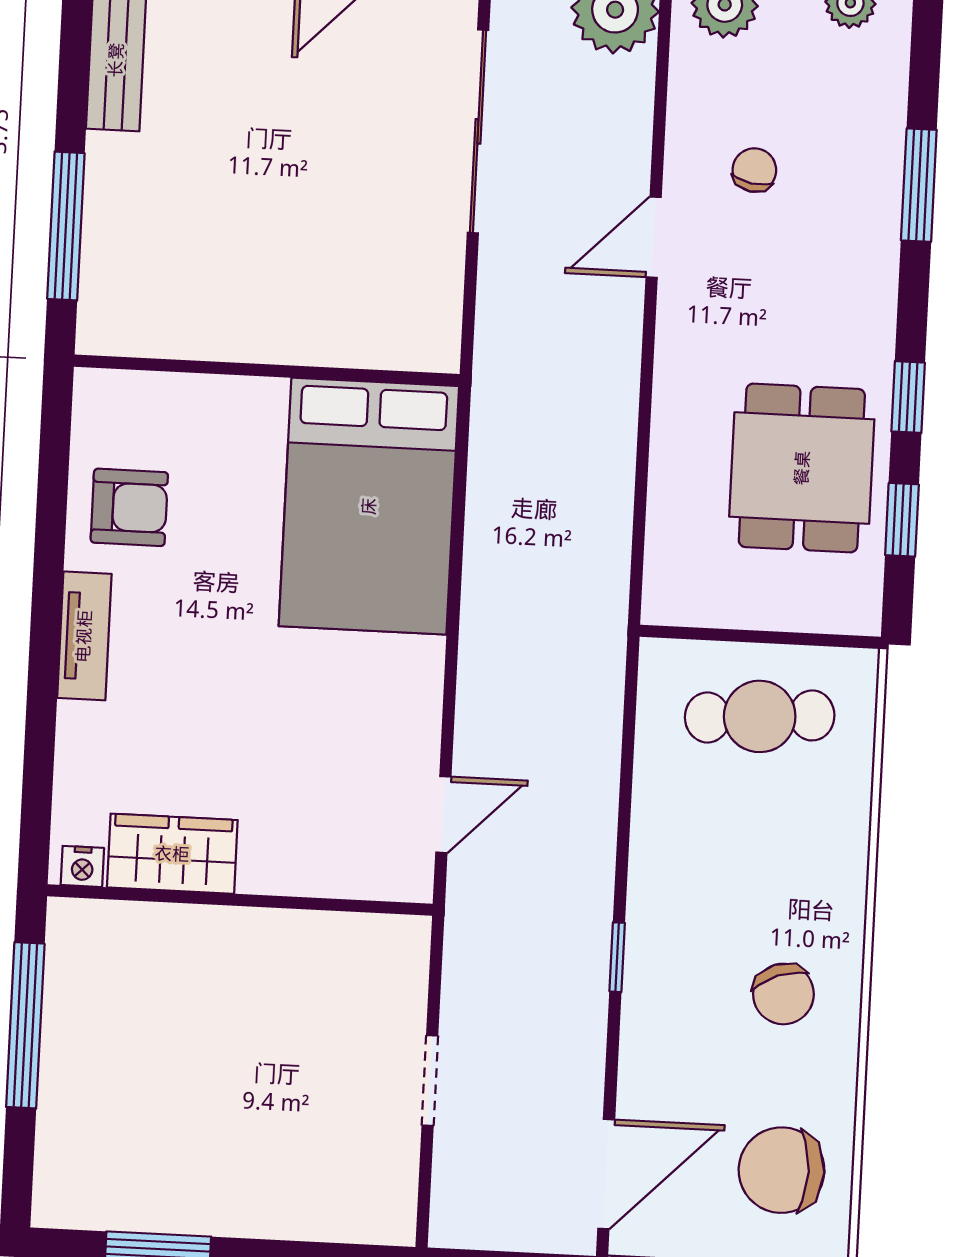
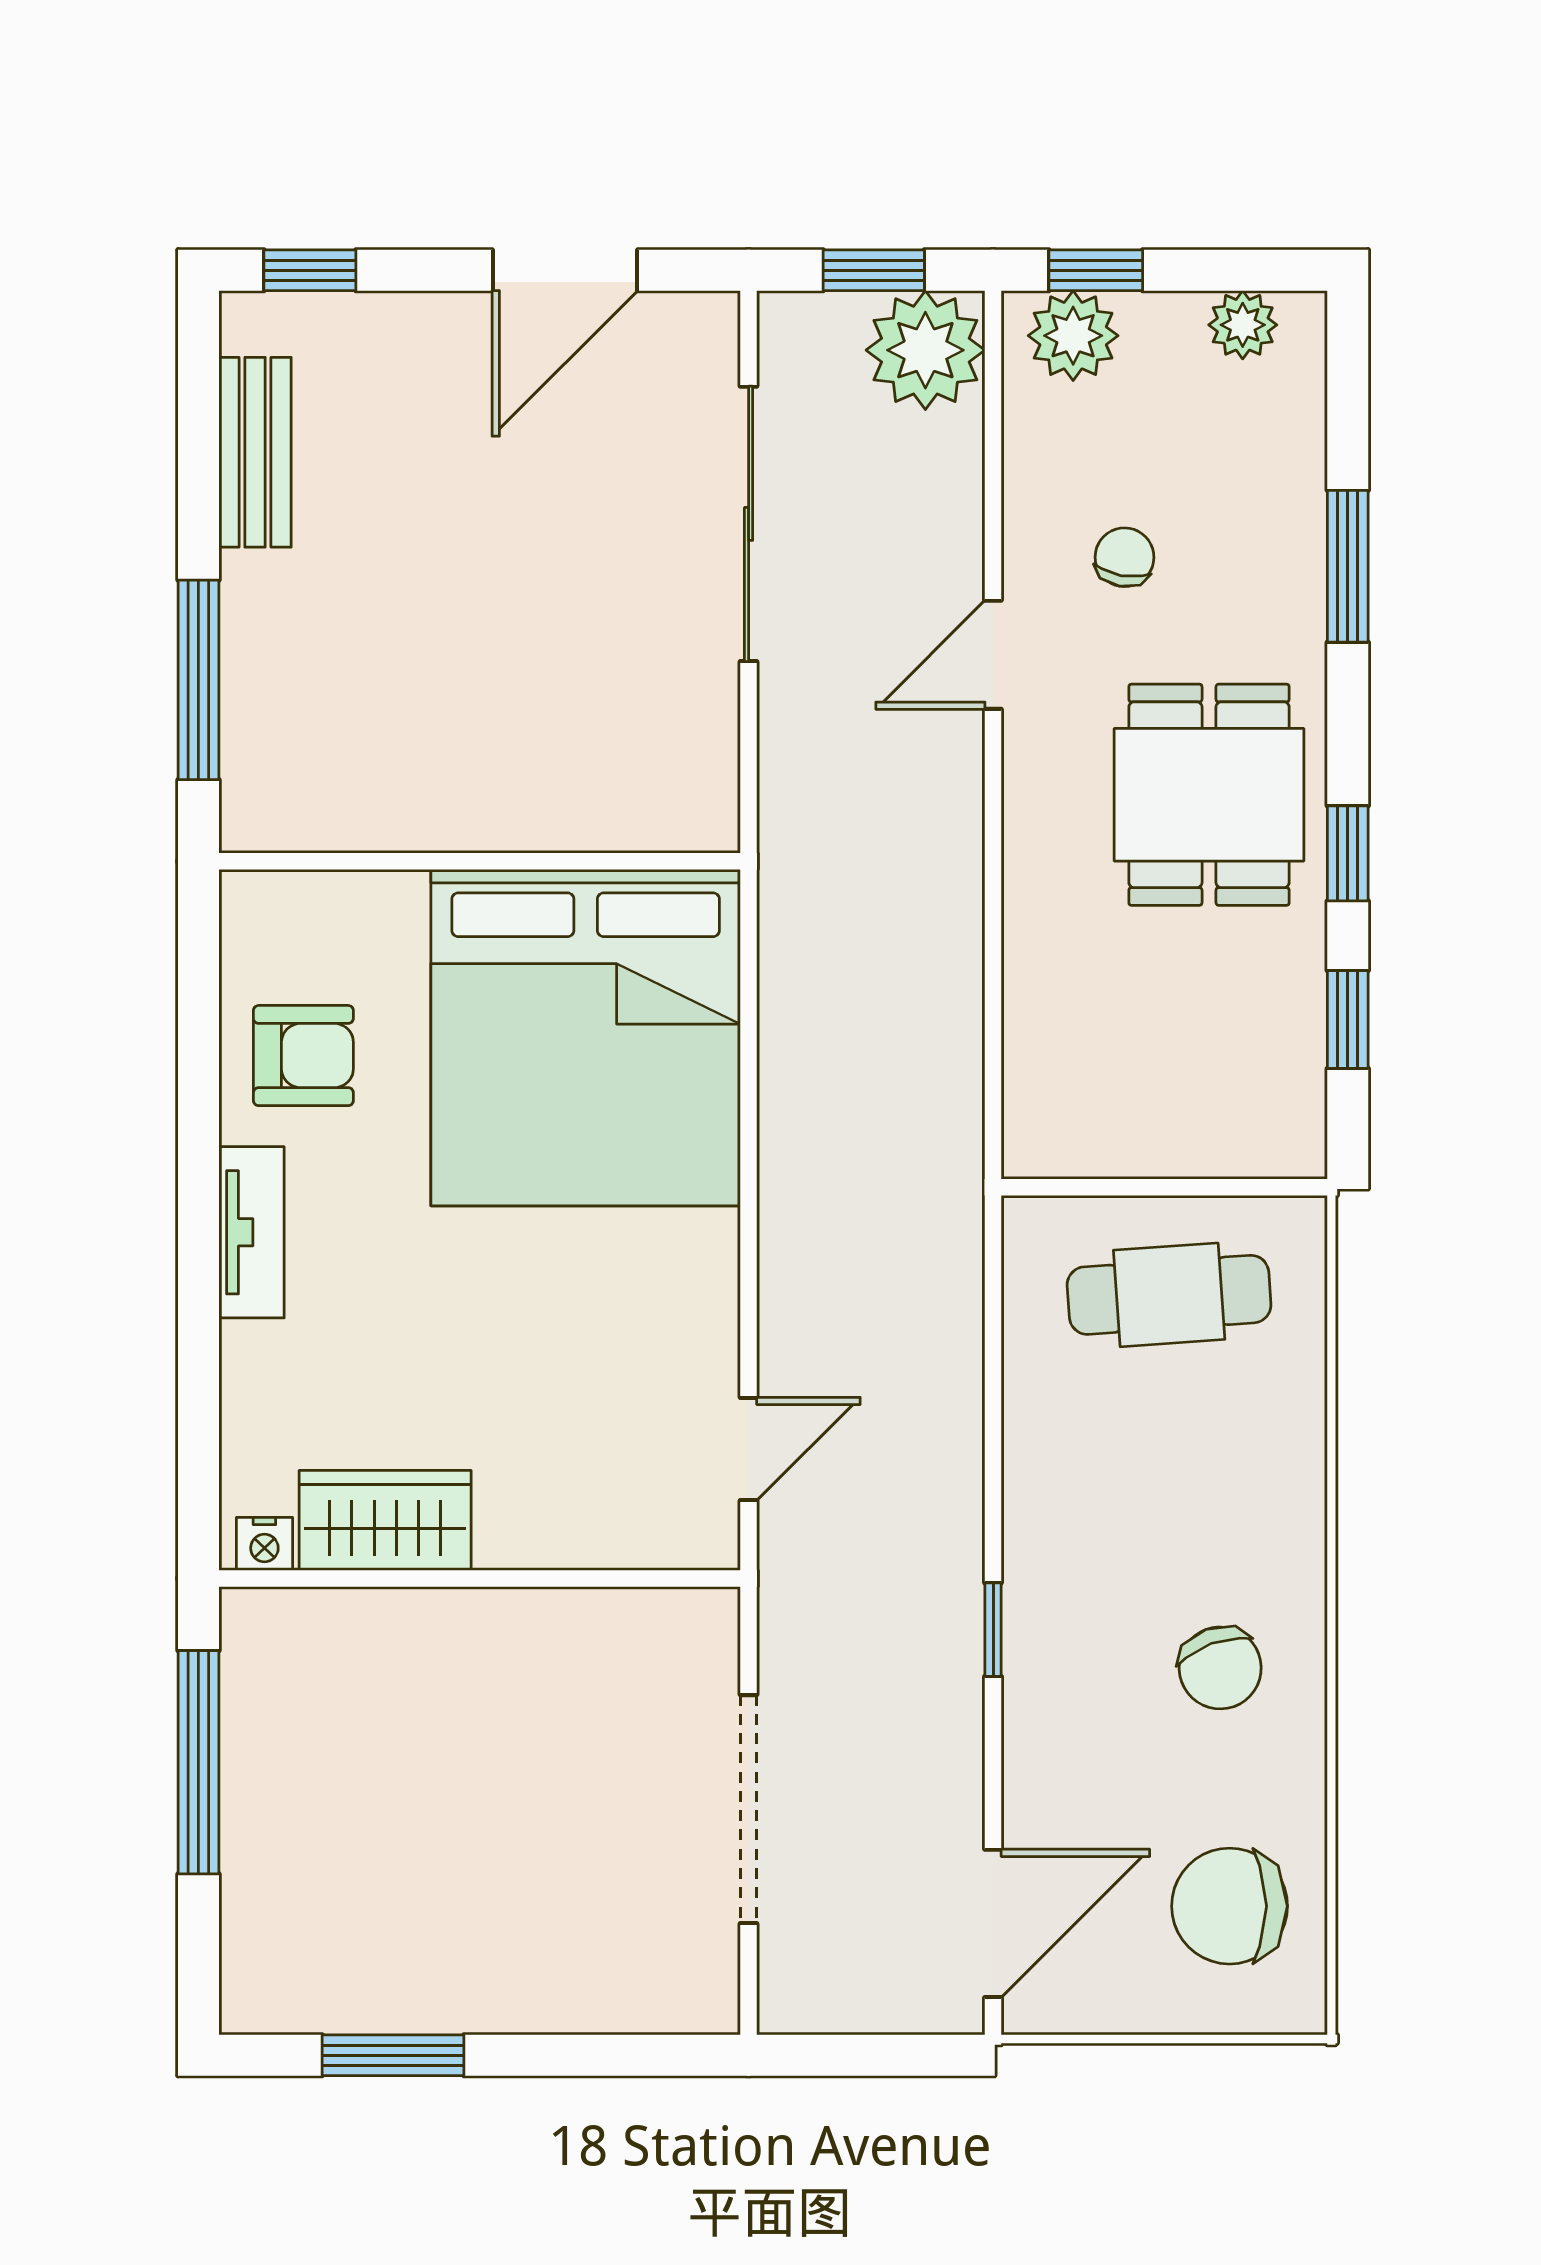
dining table: (802, 468) -> (1209, 795), moved
bed: (369, 506) -> (586, 1038), width x1.36
doorway: (430, 1080) -> (749, 1809), width x1.87

